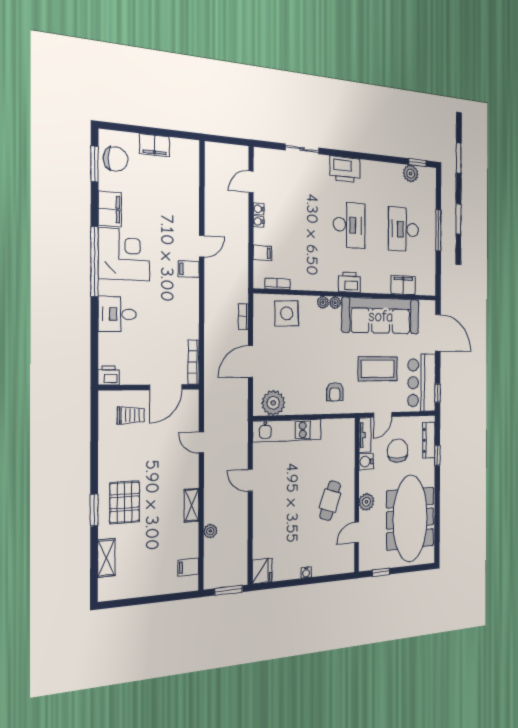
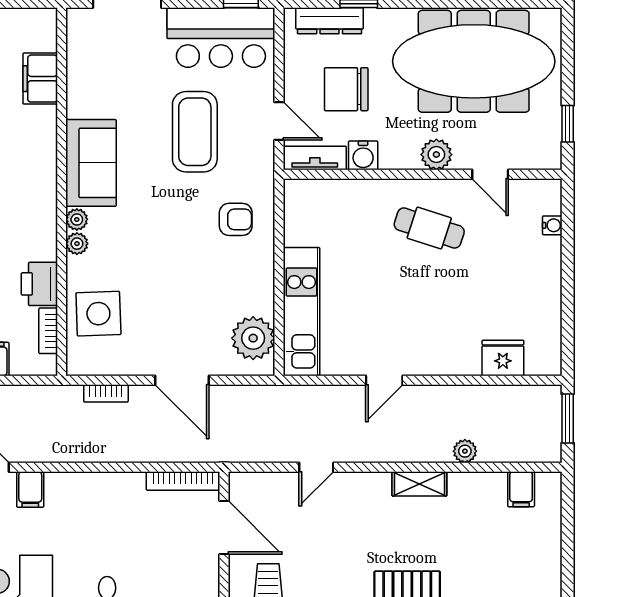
printer: (349, 282) -> (39, 284), moved
sofa: (381, 316) -> (91, 163), width x0.54, depth x0.79
fridge: (262, 571) -> (503, 358), moved
water cooler: (306, 572) -> (552, 225), moved

